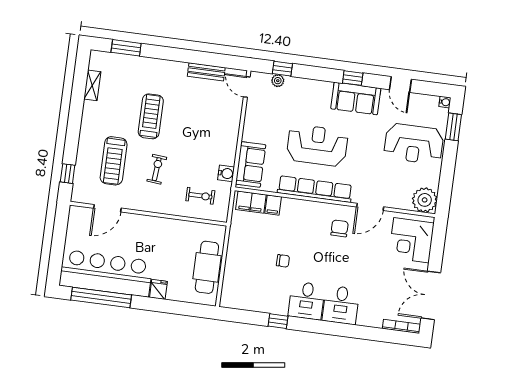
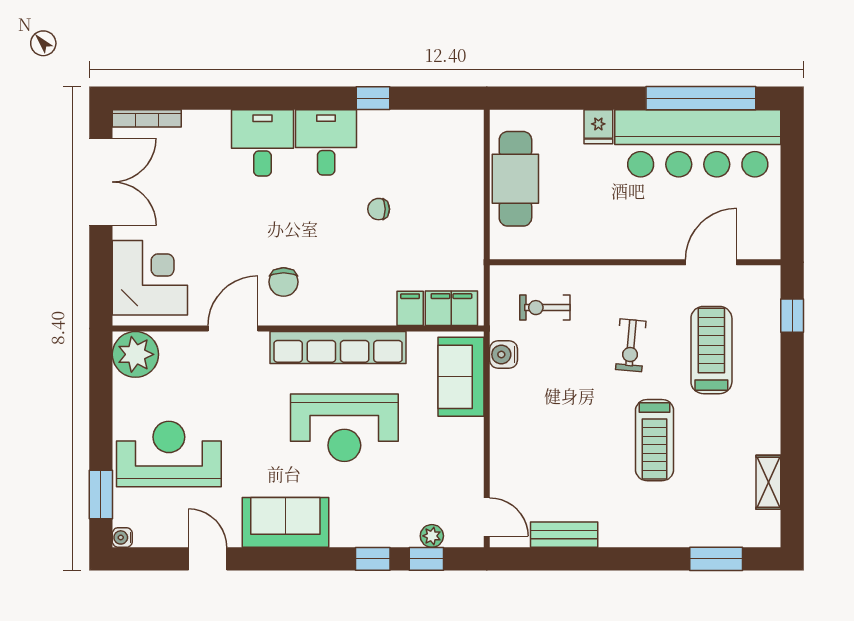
window: (353, 78) -> (373, 559), moved

